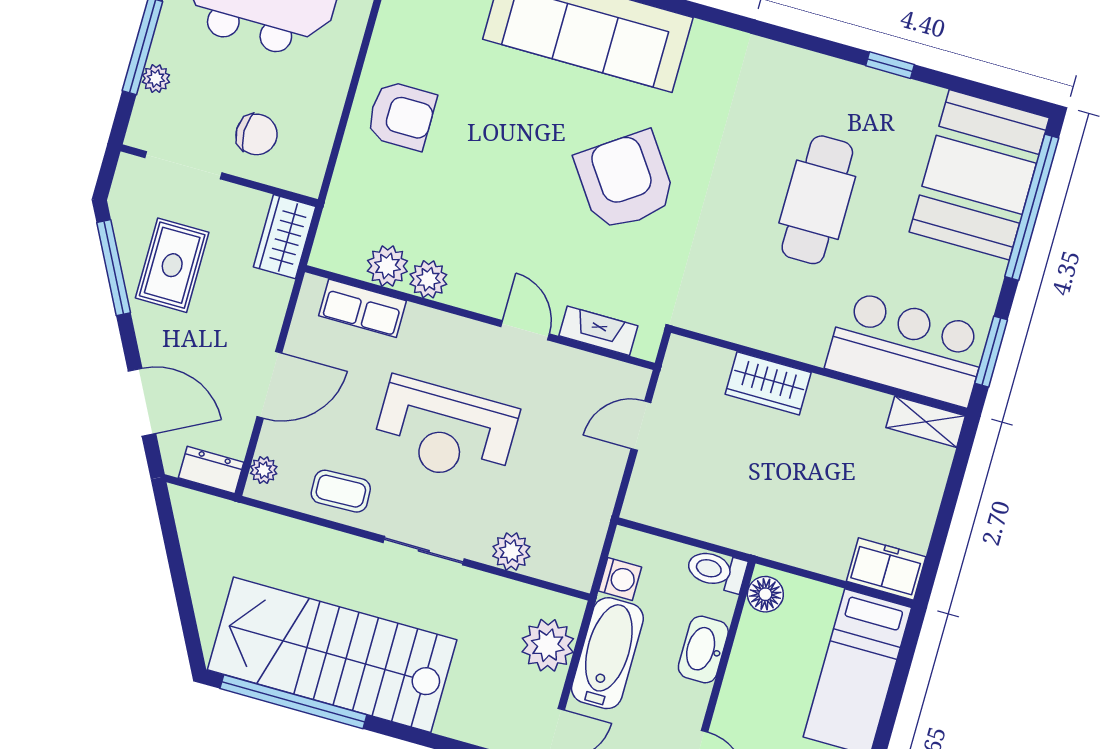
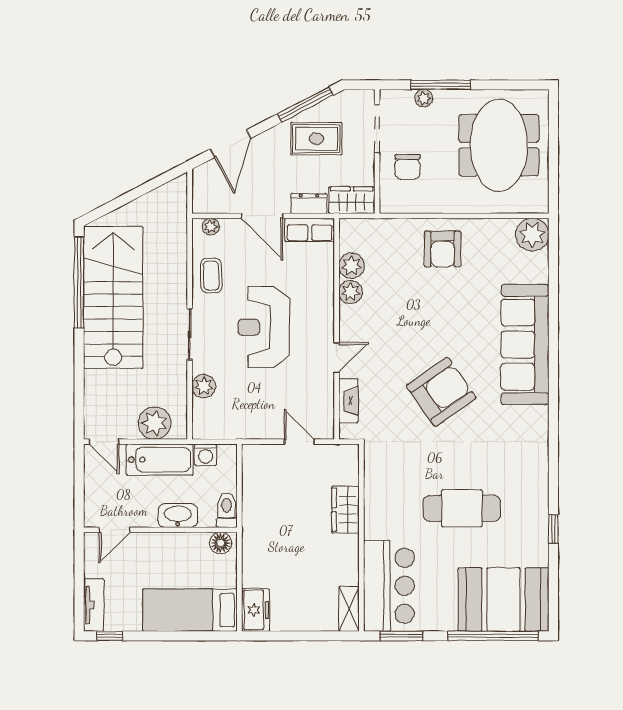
row of seats: (362, 308) -> (310, 230), moved, turned -90
dresser: (211, 470) -> (309, 203), moved, turned -90

